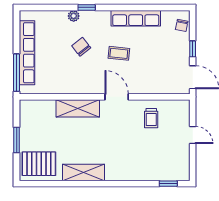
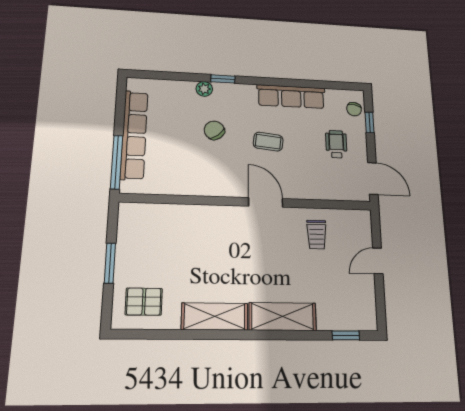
window: (193, 49) -> (369, 122), moved
wheelchair: (167, 53) -> (336, 144), added
shelving: (78, 108) -> (283, 317), moved
door: (193, 135) -> (378, 261), swing flipped
pallet: (39, 164) -> (144, 302), width x0.67, depth x0.71

